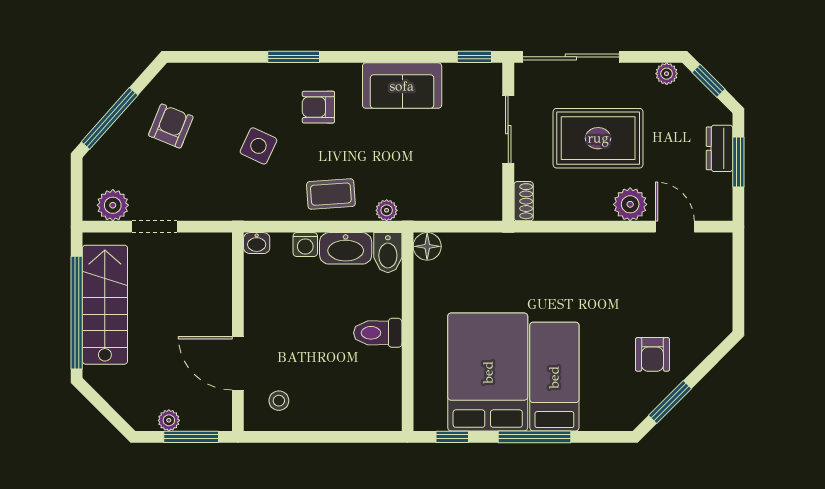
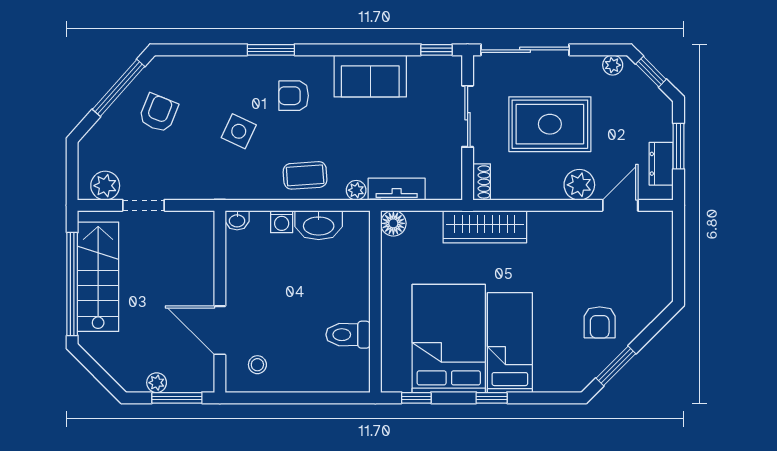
window: (110, 118) -> (119, 88), moved
dresser: (720, 148) -> (661, 164), moved
tv unit: (431, 209) -> (397, 189), added
door: (675, 227) -> (620, 205), hinge flipped
wardrobe: (527, 250) -> (485, 227), added
bidet: (388, 253) -> (357, 229), removed
toilet: (378, 333) -> (348, 335), moved
window: (534, 437) -> (492, 398), width x0.46

